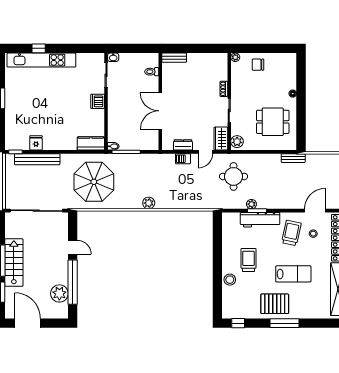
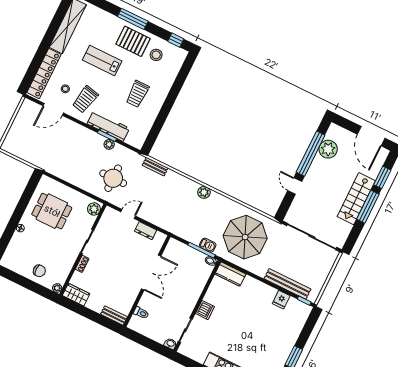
wardrobe: (221, 139) -> (76, 295), moved, turned -90
bench: (293, 158) -> (155, 167), moved
barbecue: (183, 159) -> (208, 245), moved
stool: (230, 280) -> (156, 55), moved

